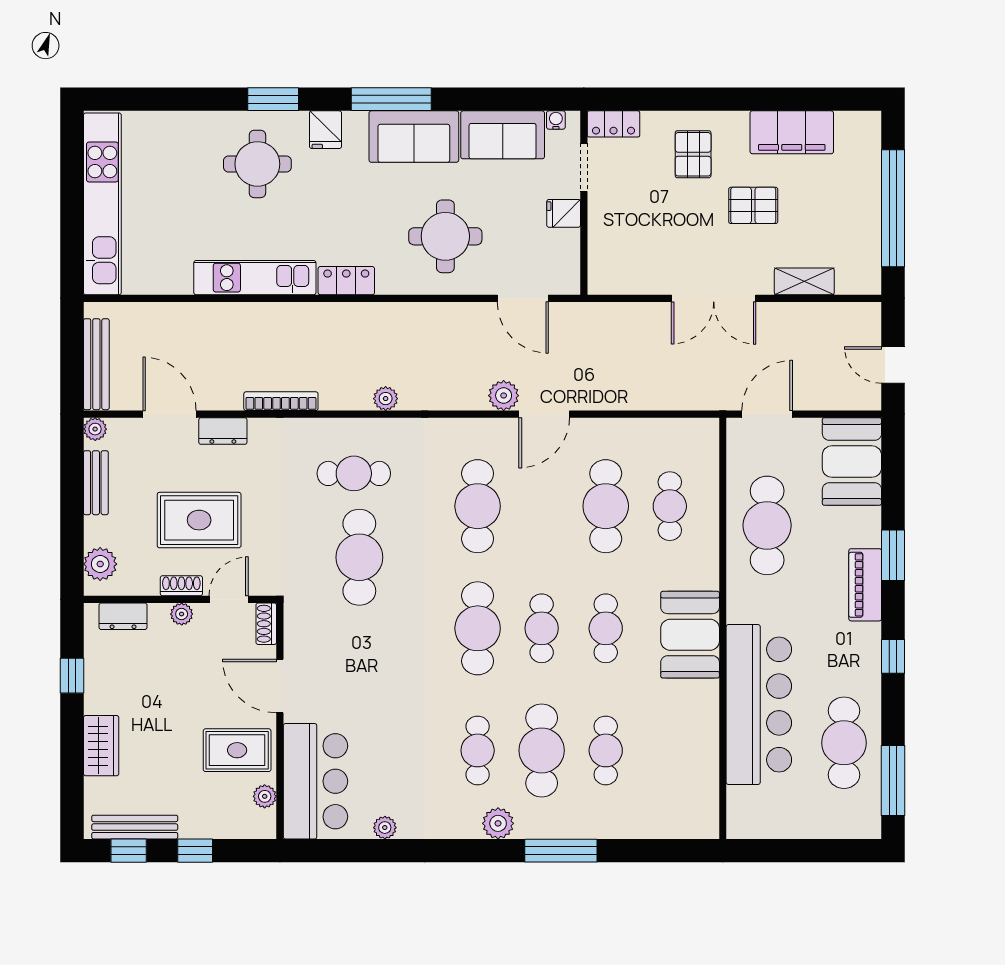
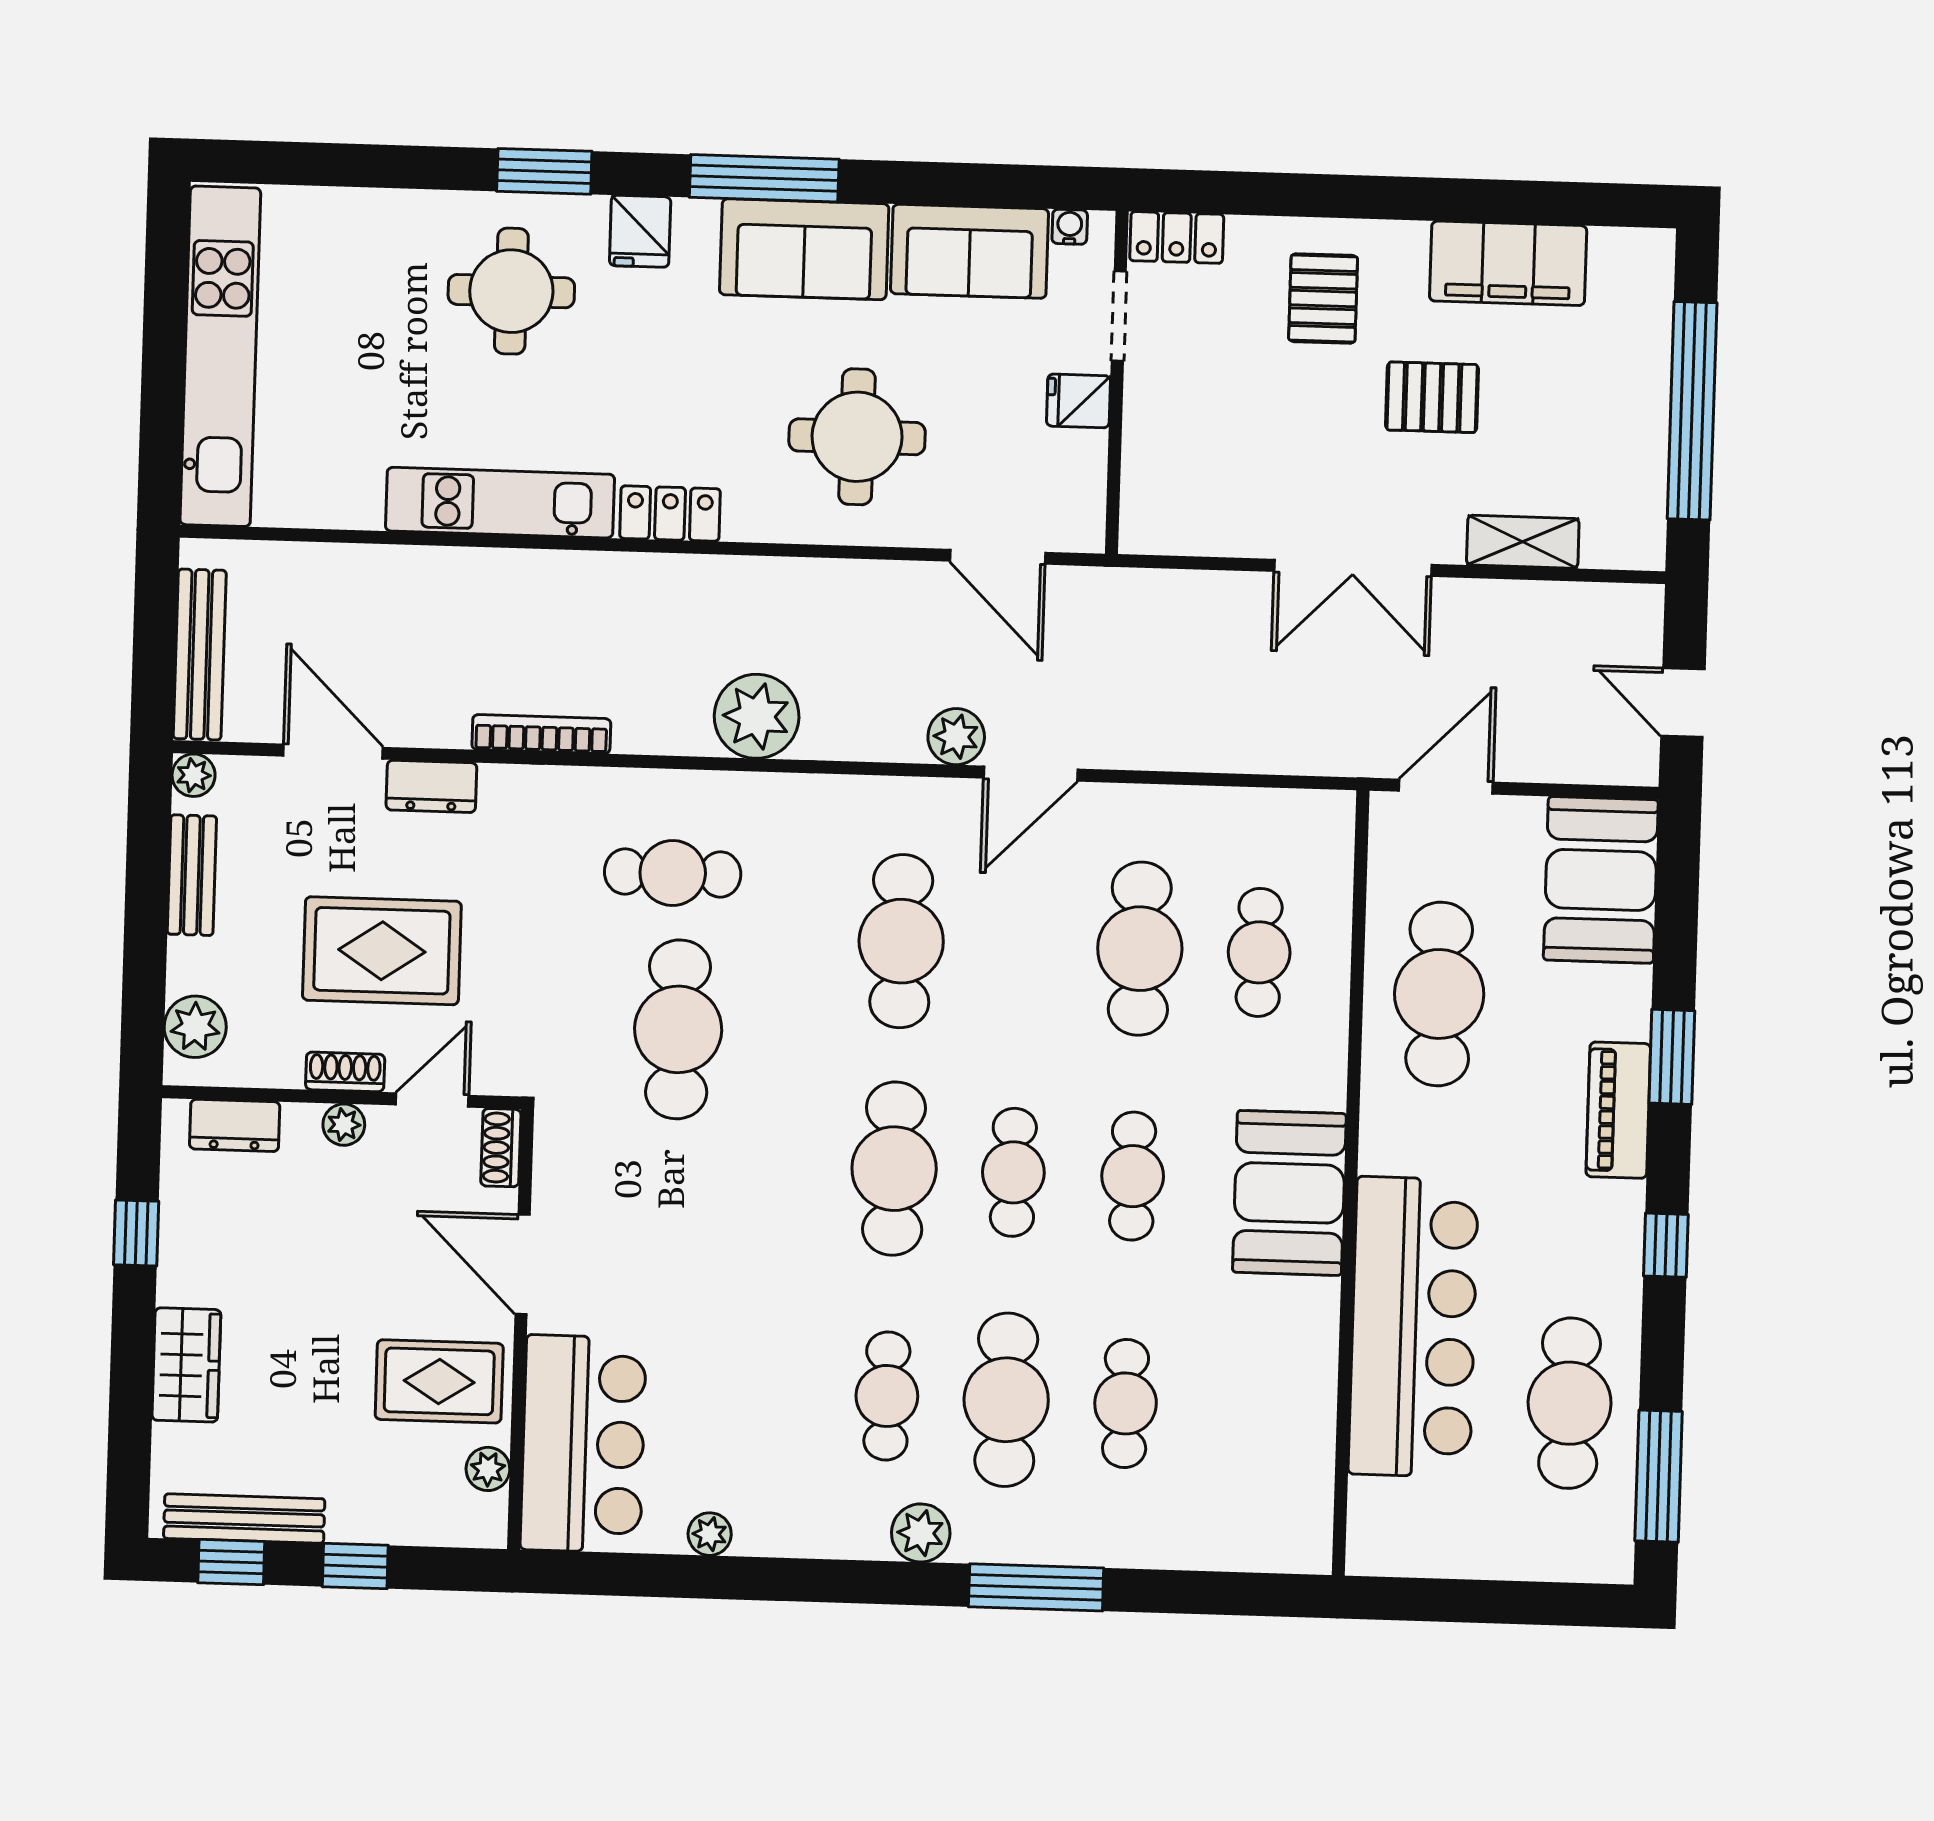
plant: (386, 399) -> (757, 716), width x1.87, depth x1.87

